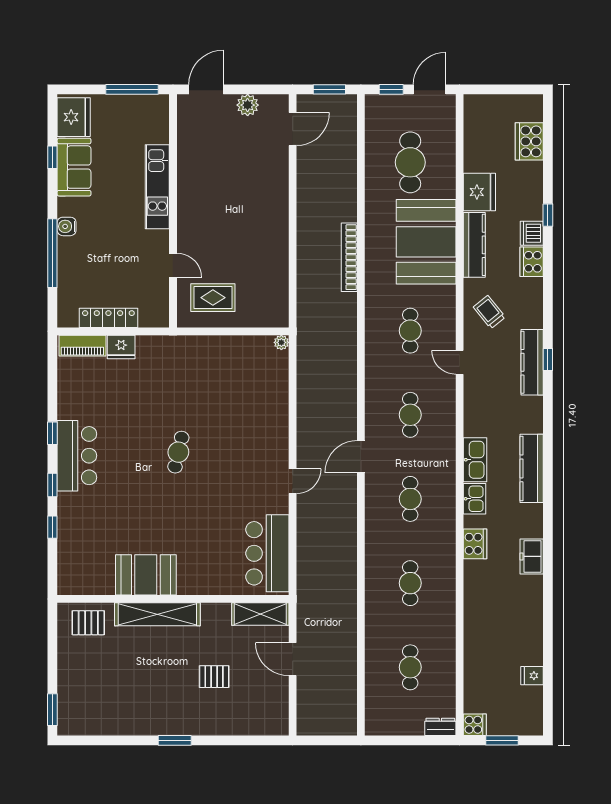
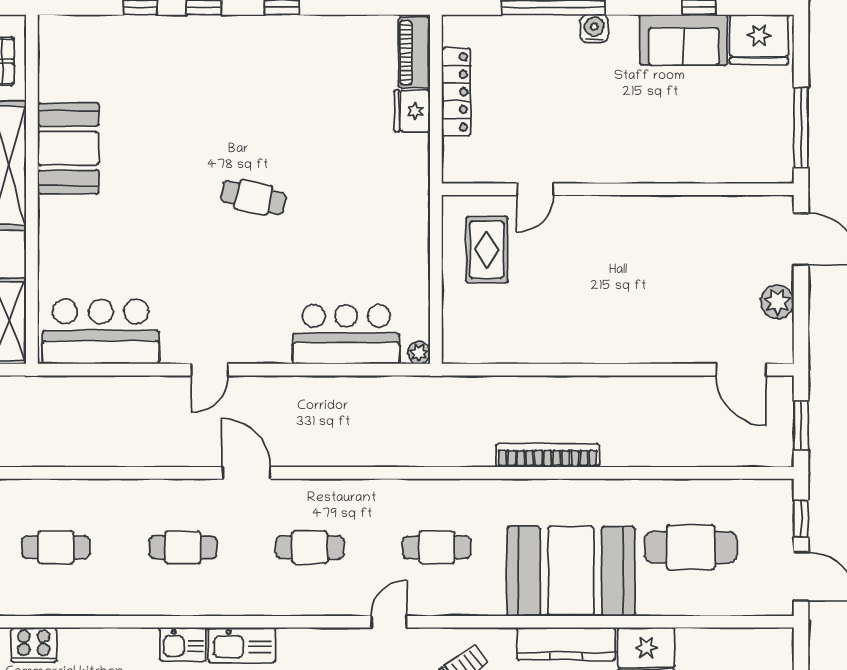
kitchen unit: (157, 187) -> (654, 166), removed
bar counter: (77, 456) -> (346, 334), moved, turned 180
door: (293, 481) -> (210, 370), hinge flipped
cooker: (475, 544) -> (34, 645), moved

